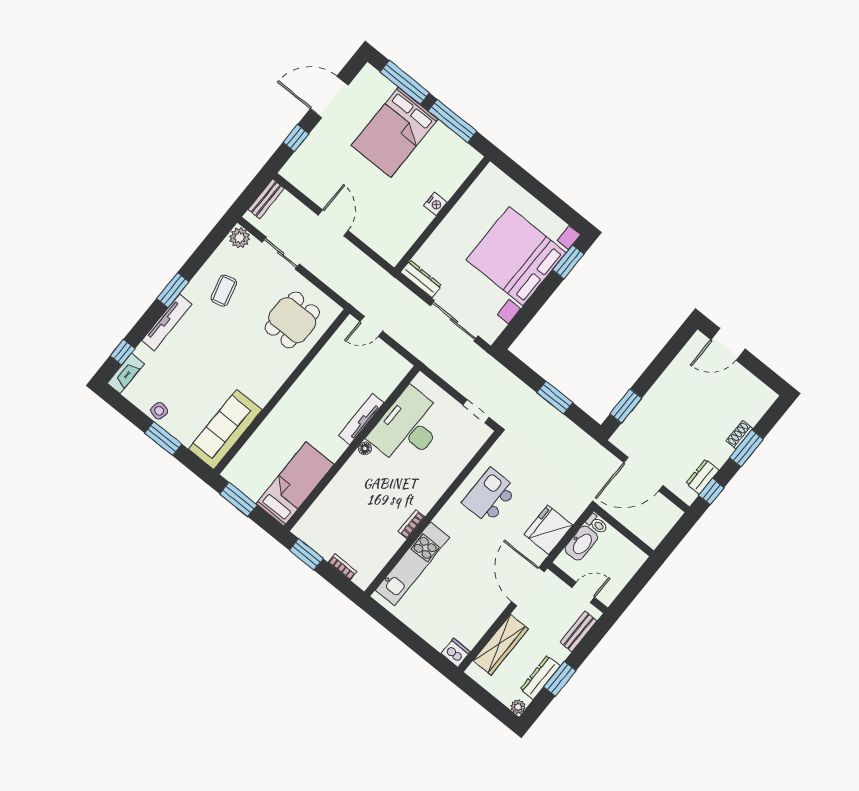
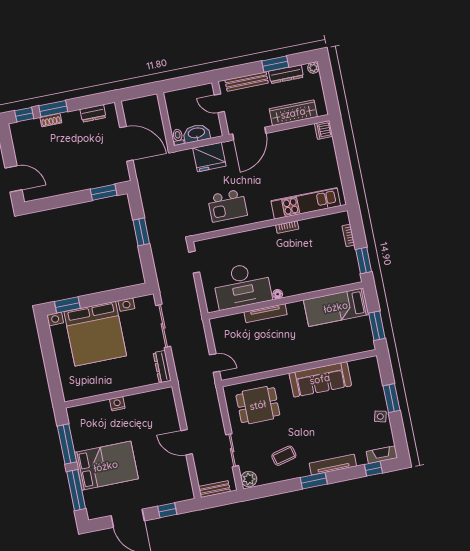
door: (333, 223) -> (187, 442), hinge flipped
sofa: (225, 429) -> (320, 379), moved
window: (711, 492) -> (24, 115), moved
bench: (578, 631) -> (247, 82), width x1.36

